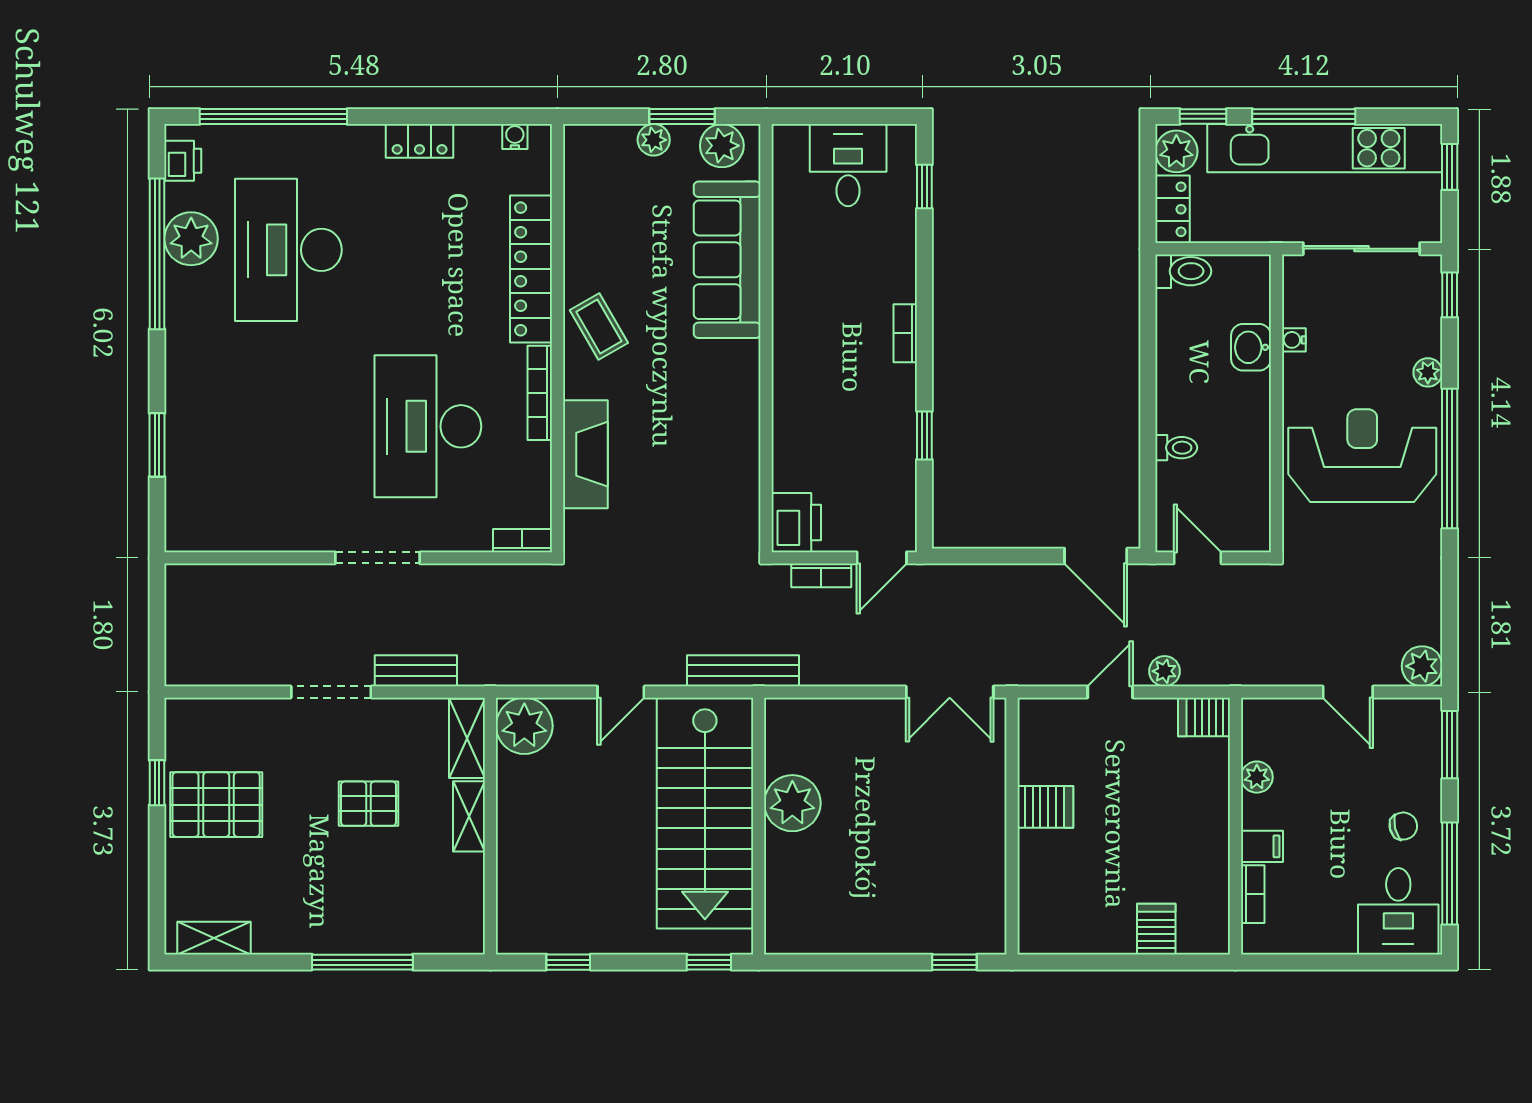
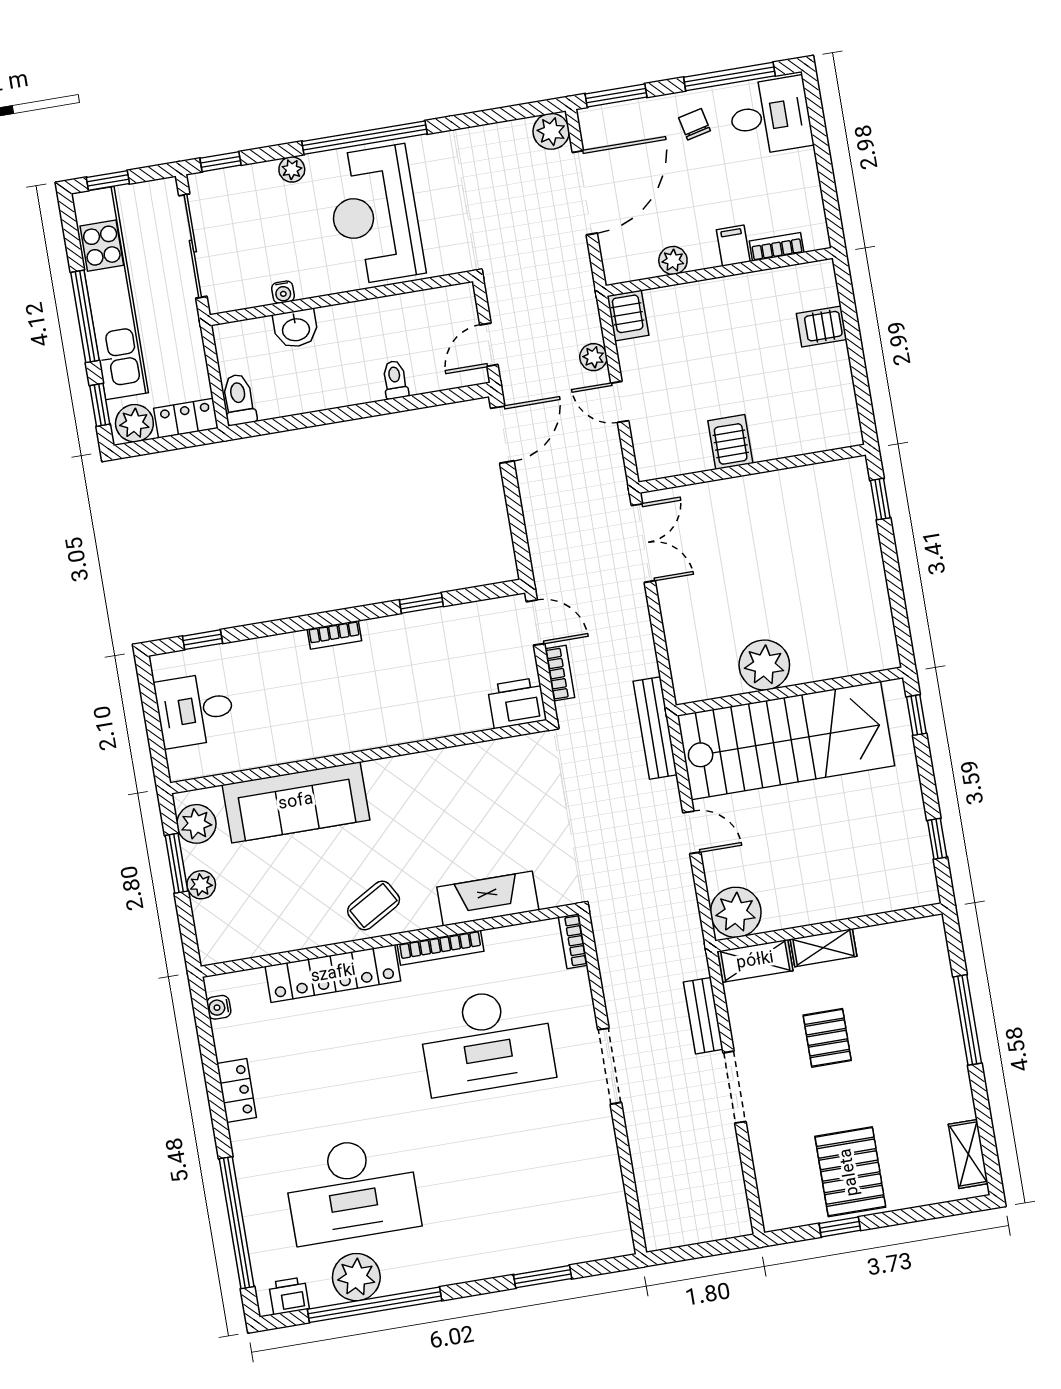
door: (1348, 692) -> (585, 193), width x1.87

